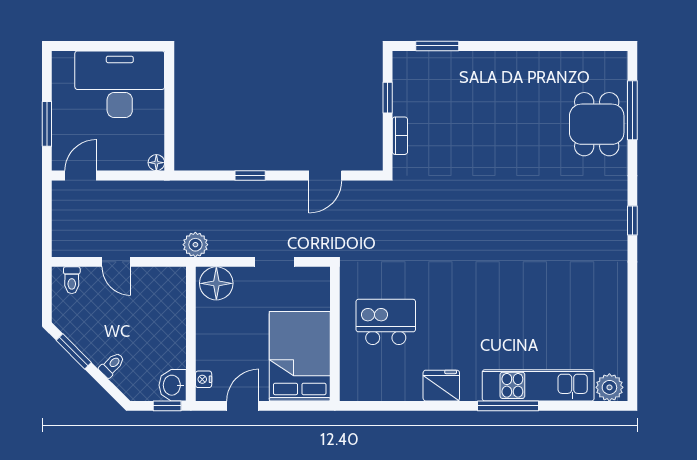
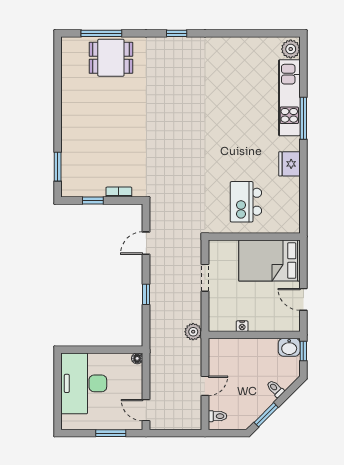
door: (325, 176) -> (146, 243), swing flipped
floor lamp: (216, 283) -> (220, 317), removed
nightstand: (204, 379) -> (242, 326), moved

